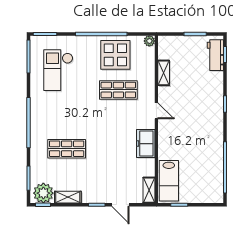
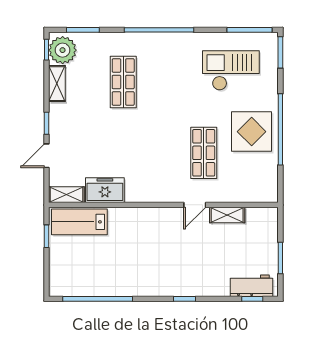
plant: (149, 41) -> (271, 195), removed
display table: (115, 55) -> (252, 132), moved
door: (156, 111) -> (195, 205), moved
freezer: (146, 144) -> (105, 190), moved

